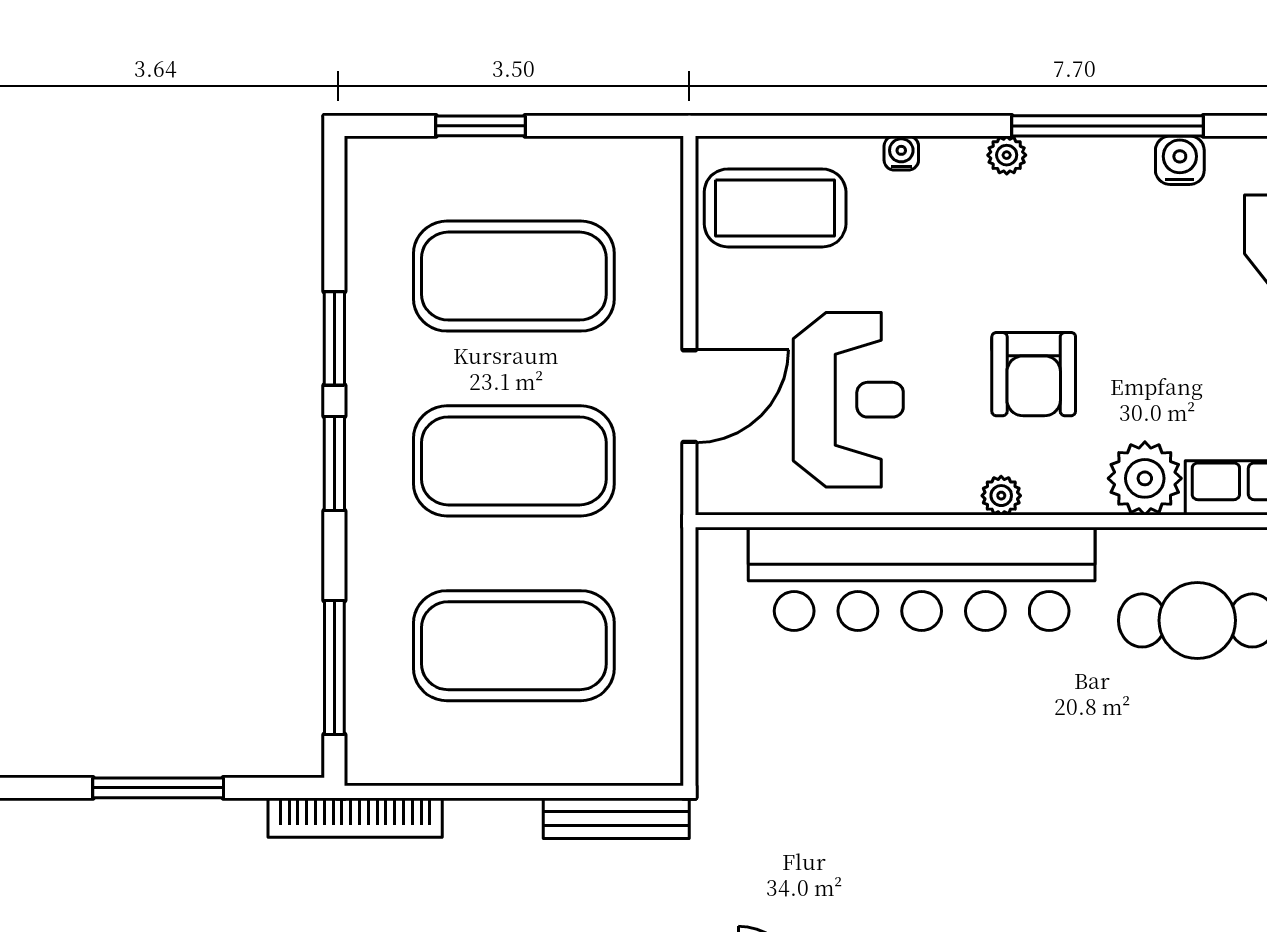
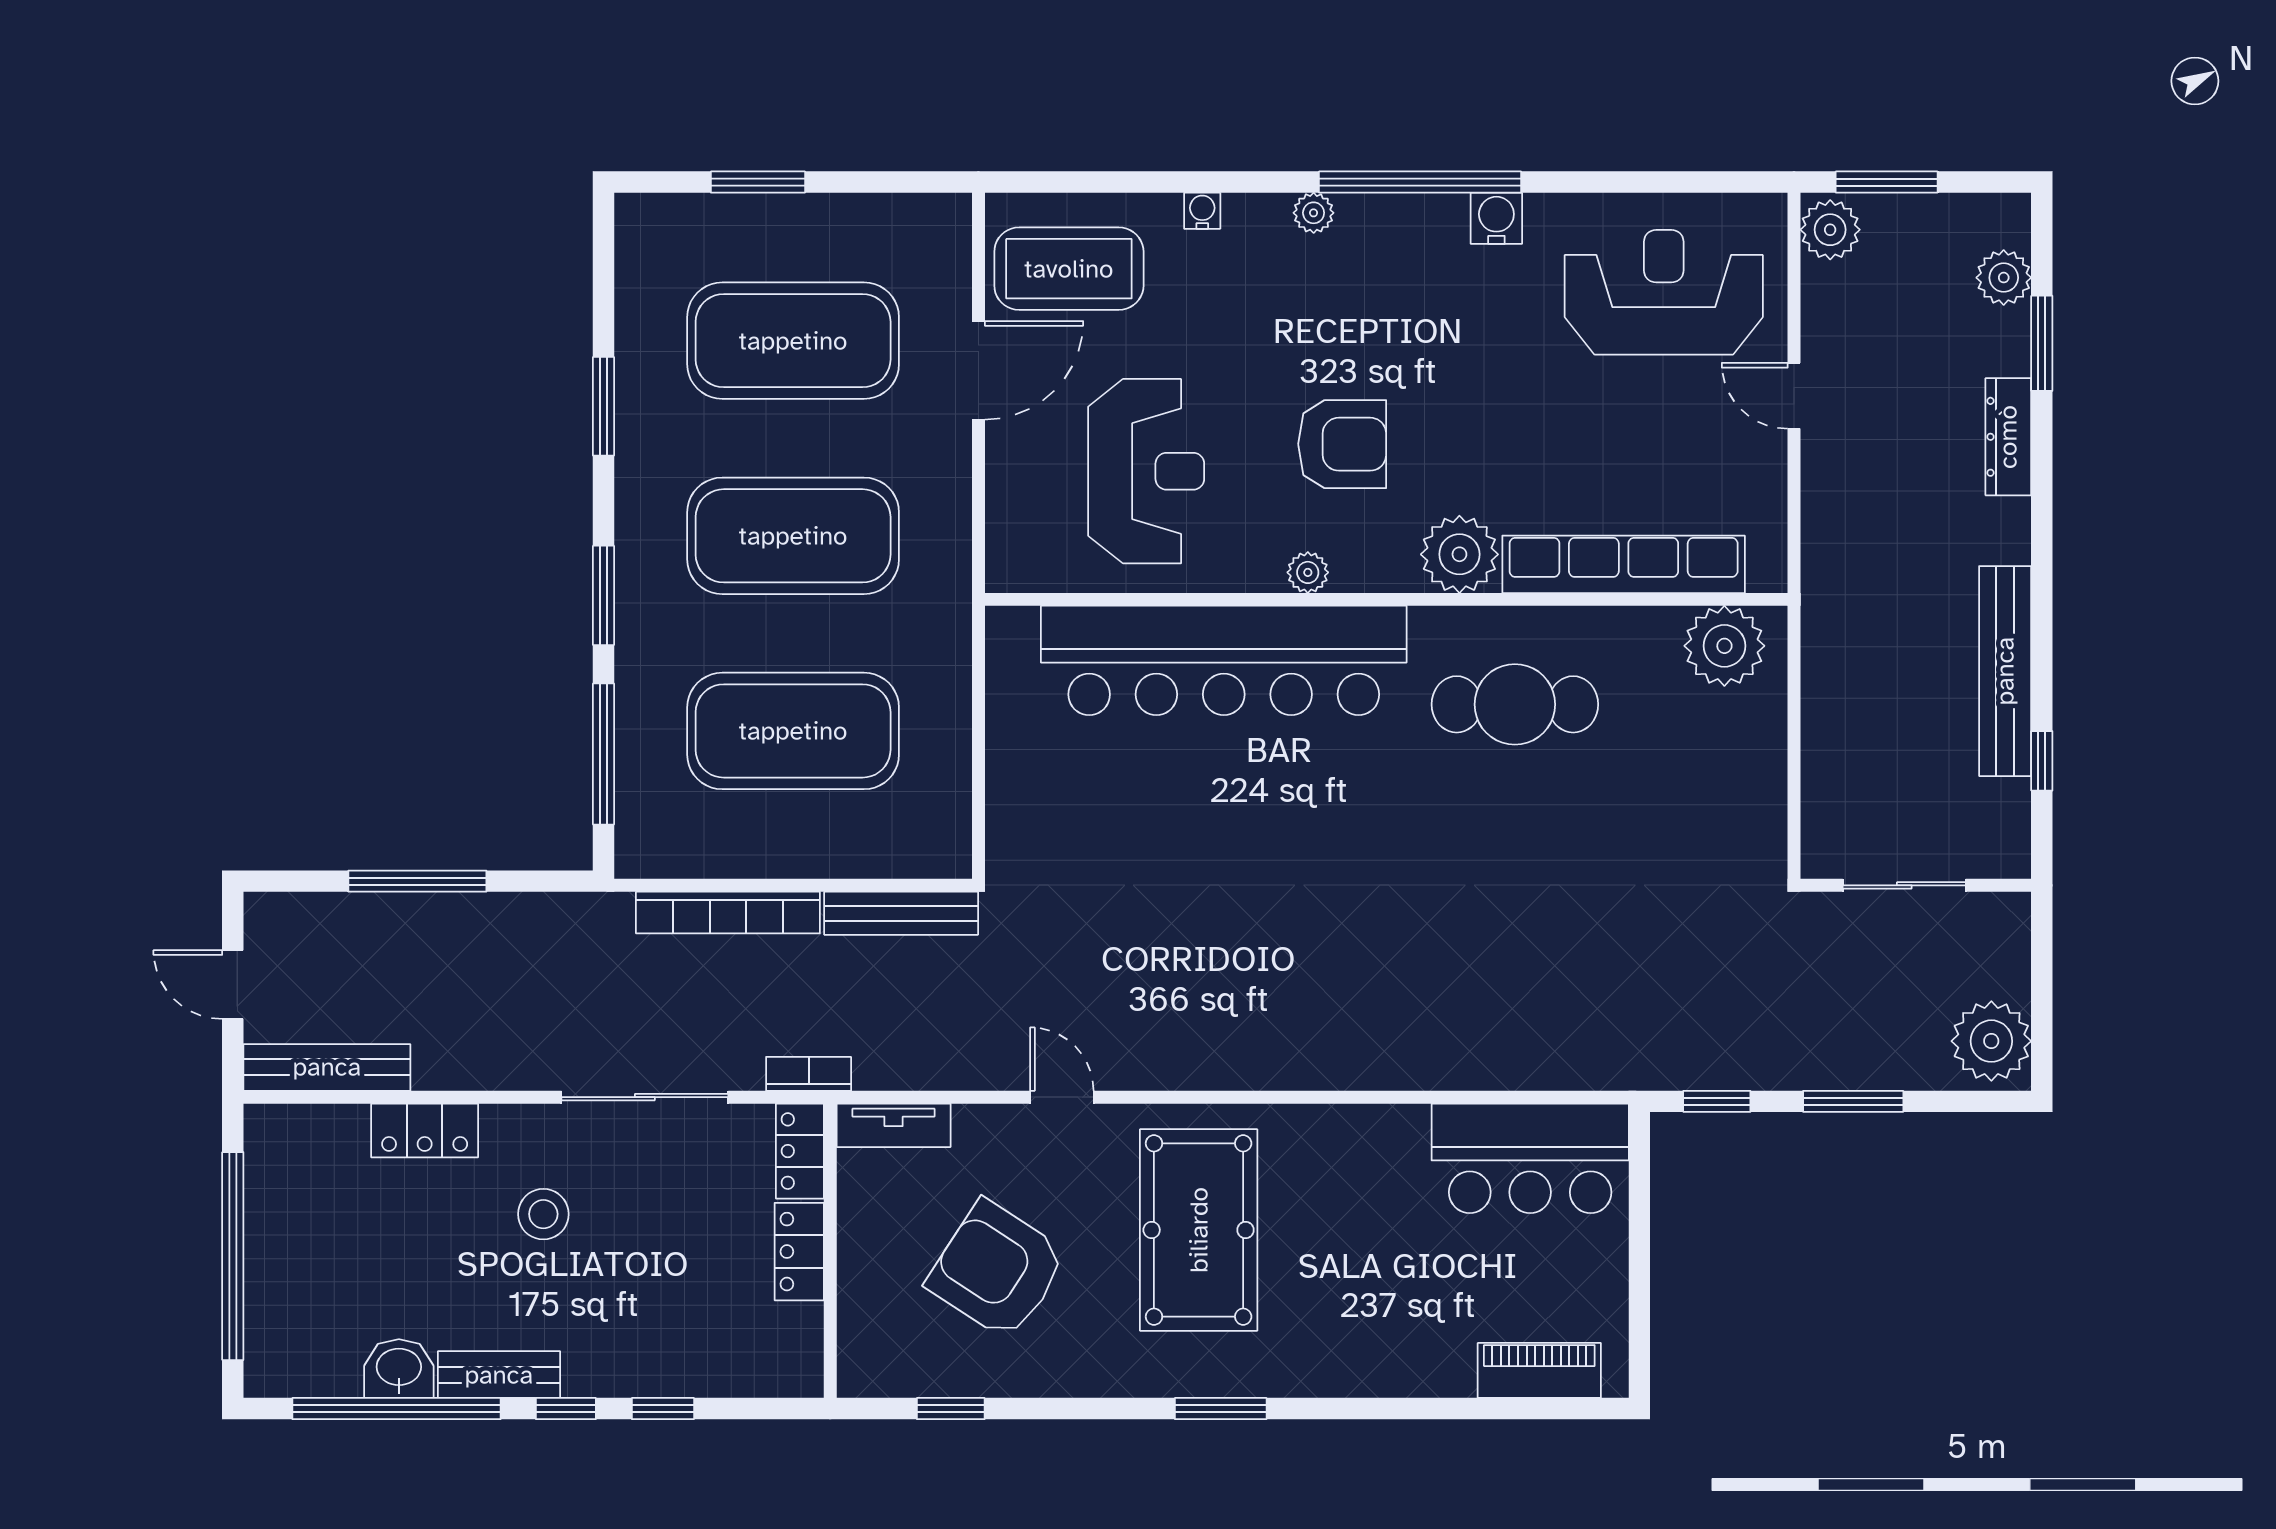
armchair: (1034, 374) -> (1342, 444), turned -90
door: (689, 396) -> (978, 370), moved
window: (334, 464) -> (603, 595), moved
bookcase: (355, 818) -> (728, 913), moved

